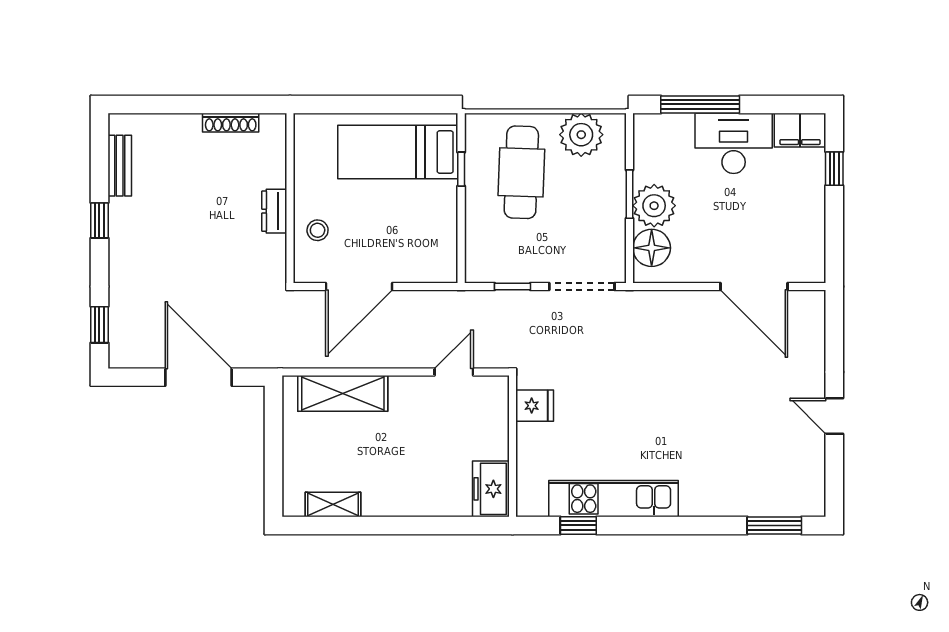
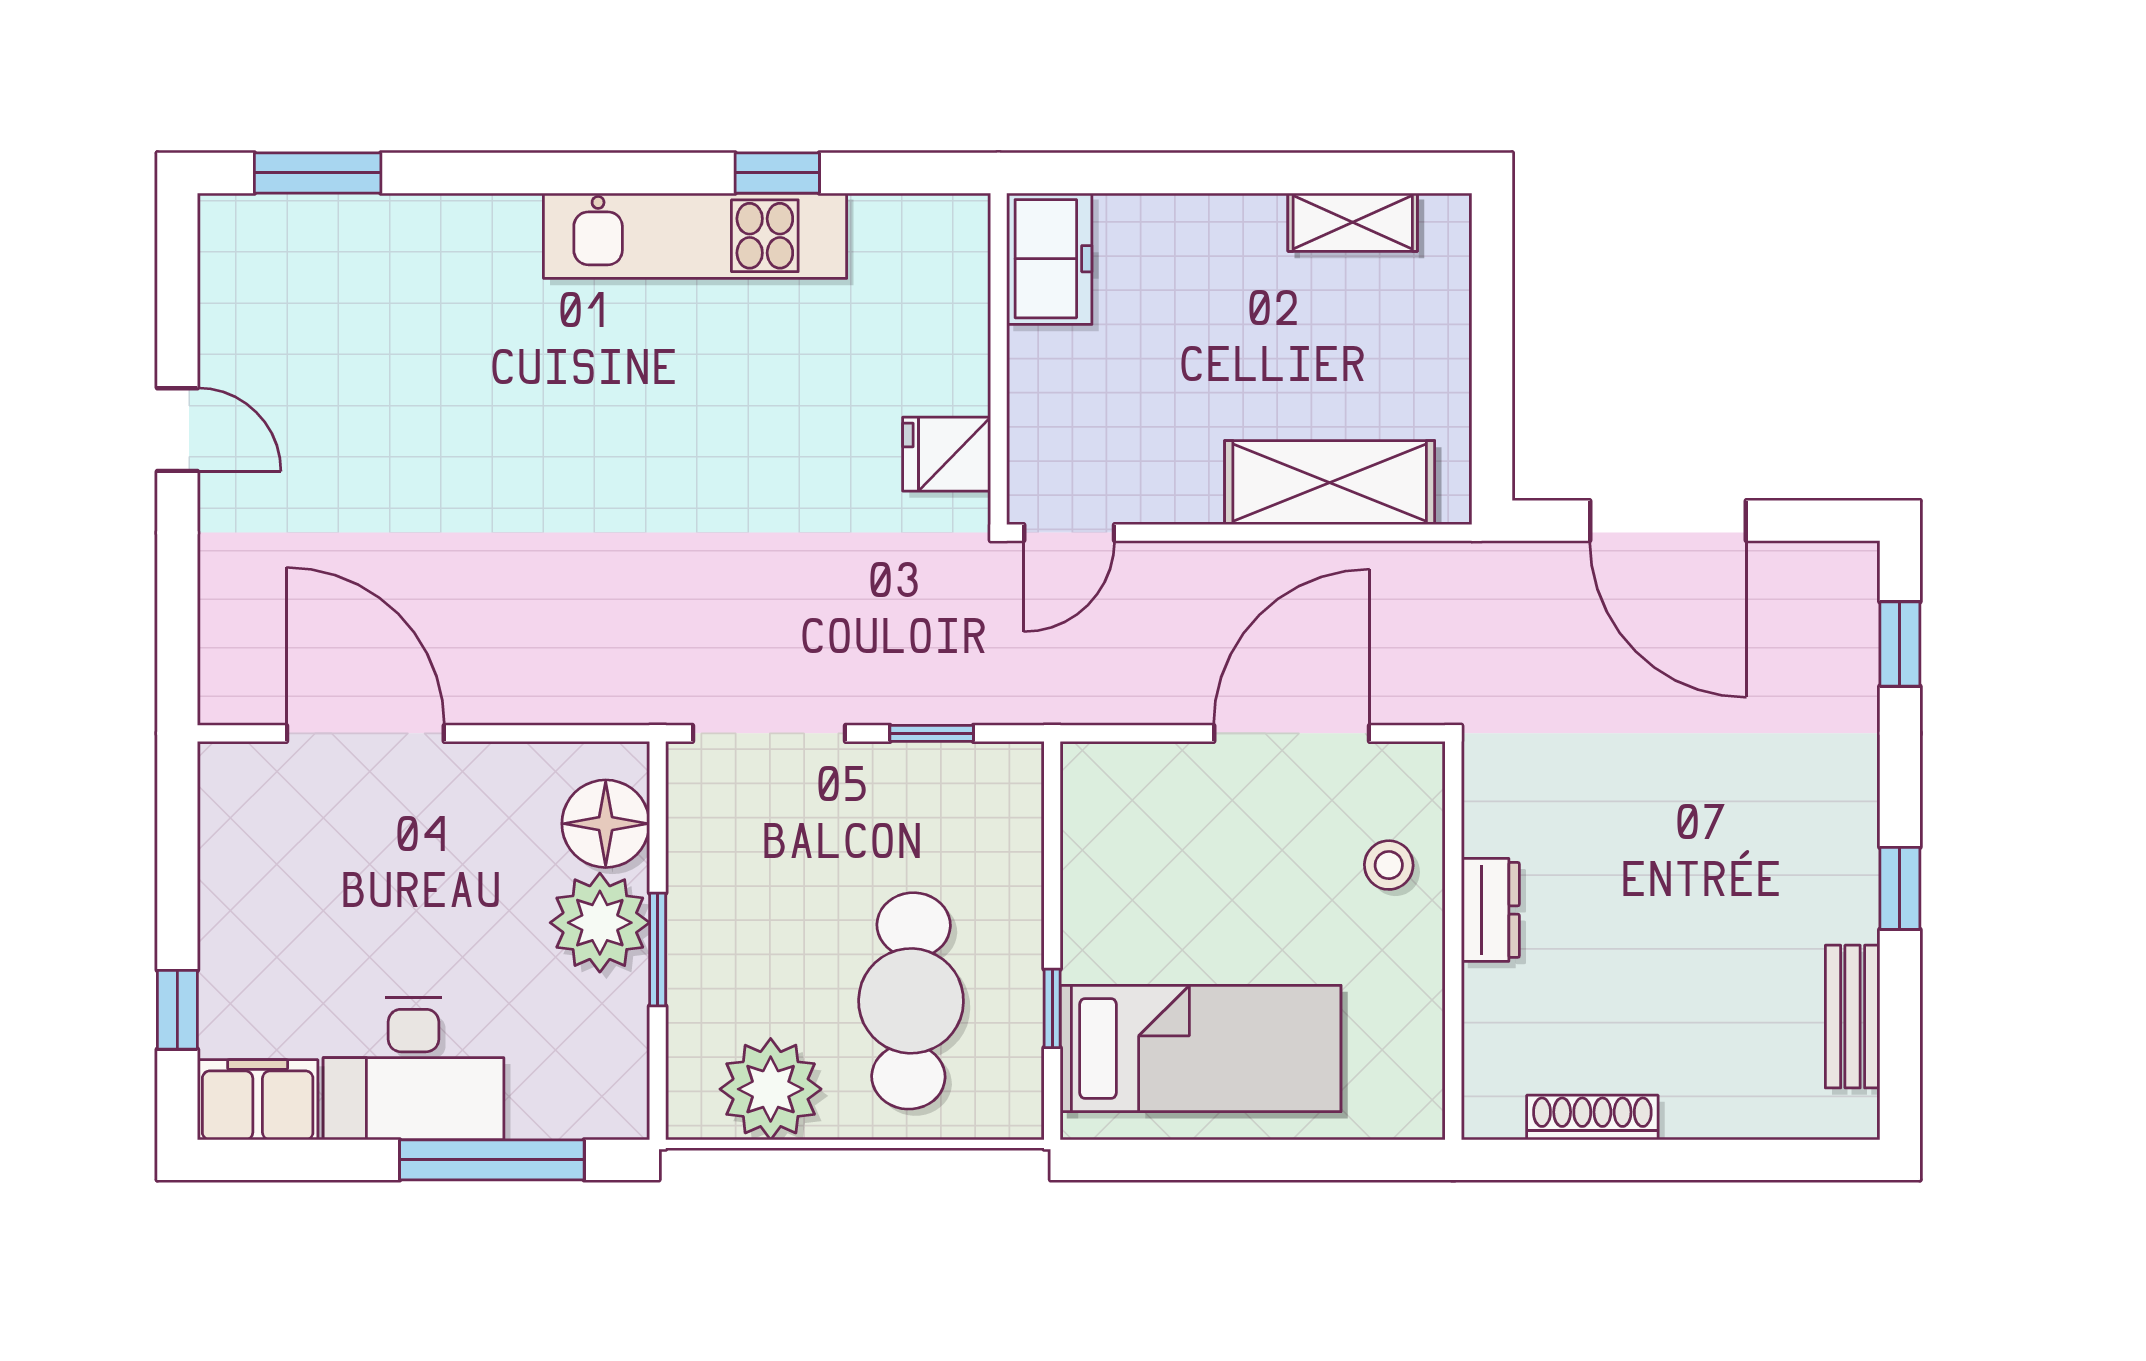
fridge: (535, 406) -> (947, 454), moved
wall: (513, 446) -> (999, 359), moved
freezer: (491, 489) -> (1049, 259), moved

